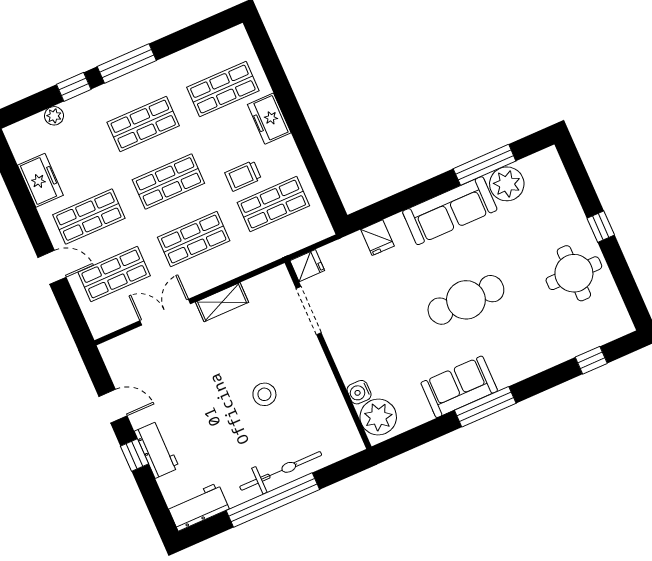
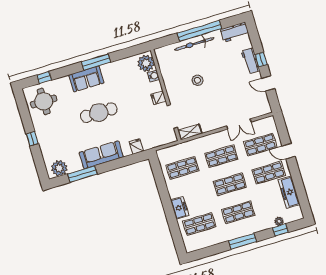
window: (74, 87) -> (280, 230), moved
trolley: (243, 176) -> (195, 183), removed
freezer: (40, 180) -> (289, 192), width x1.40
plant: (507, 184) -> (59, 168), moved
fridge: (307, 266) -> (158, 98), moved
round table: (574, 273) -> (44, 101), moved
shelving: (222, 302) -> (190, 132), moved
sofa: (459, 387) -> (86, 79), moved

